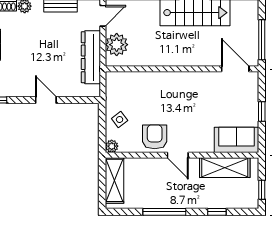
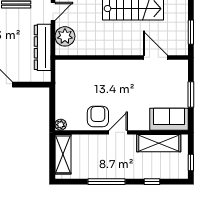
window: (262, 40) -> (191, 32), width x0.69
door: (235, 69) -> (155, 57), moved
window: (262, 111) -> (191, 94), width x1.50
side table: (120, 120) -> (67, 101), removed
door: (178, 155) -> (118, 132), swing flipped

